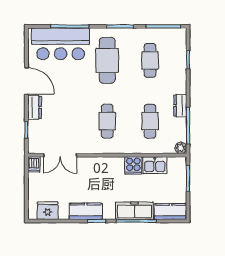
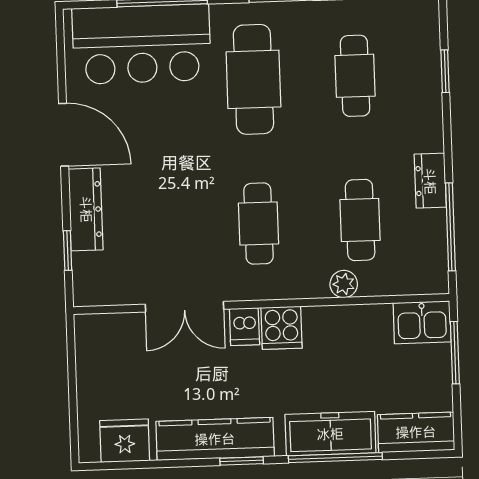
dresser: (35, 107) -> (86, 209), width x1.44
plant: (181, 148) -> (344, 284), moved
double door: (60, 155) -> (184, 307), moved
dishwasher: (34, 164) -> (244, 327), moved
cooker: (133, 165) -> (282, 328), moved
kitchen sink: (155, 165) -> (422, 322), moved
kitchen counter: (86, 211) -> (215, 439), width x1.50

